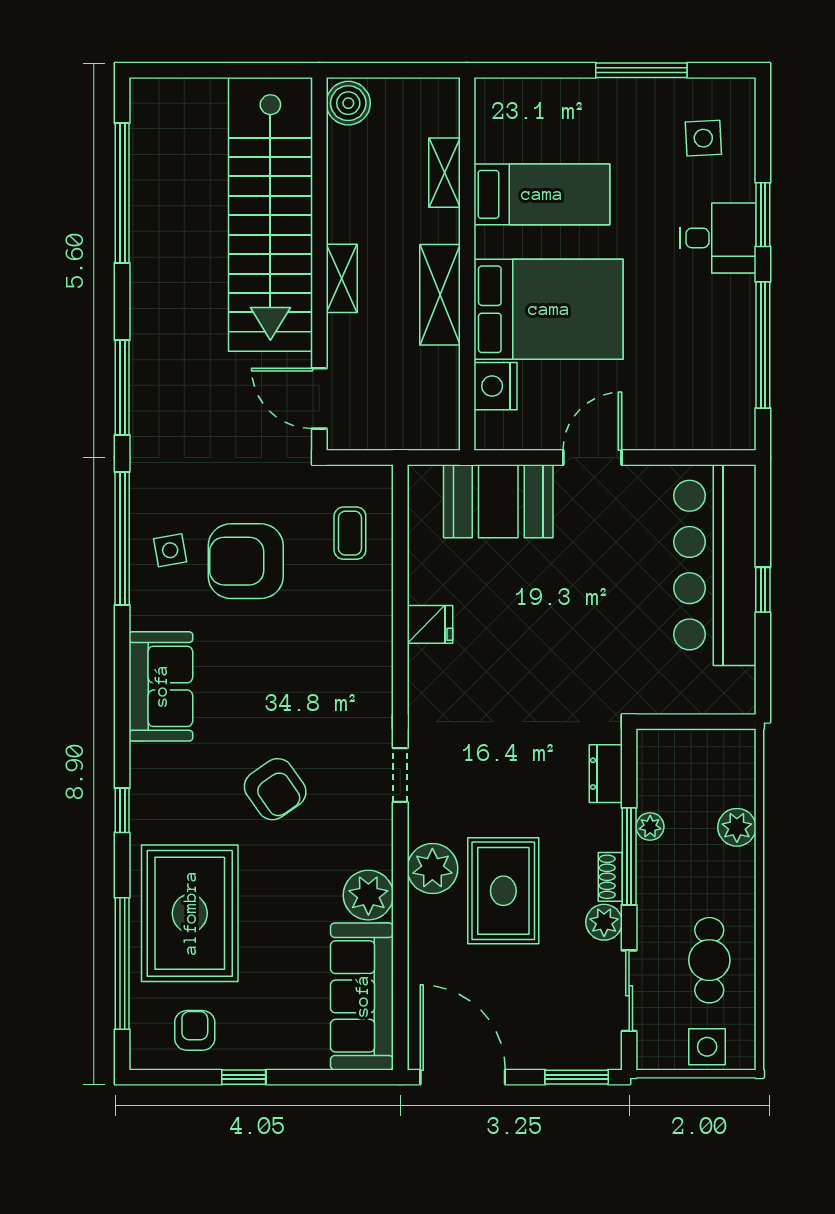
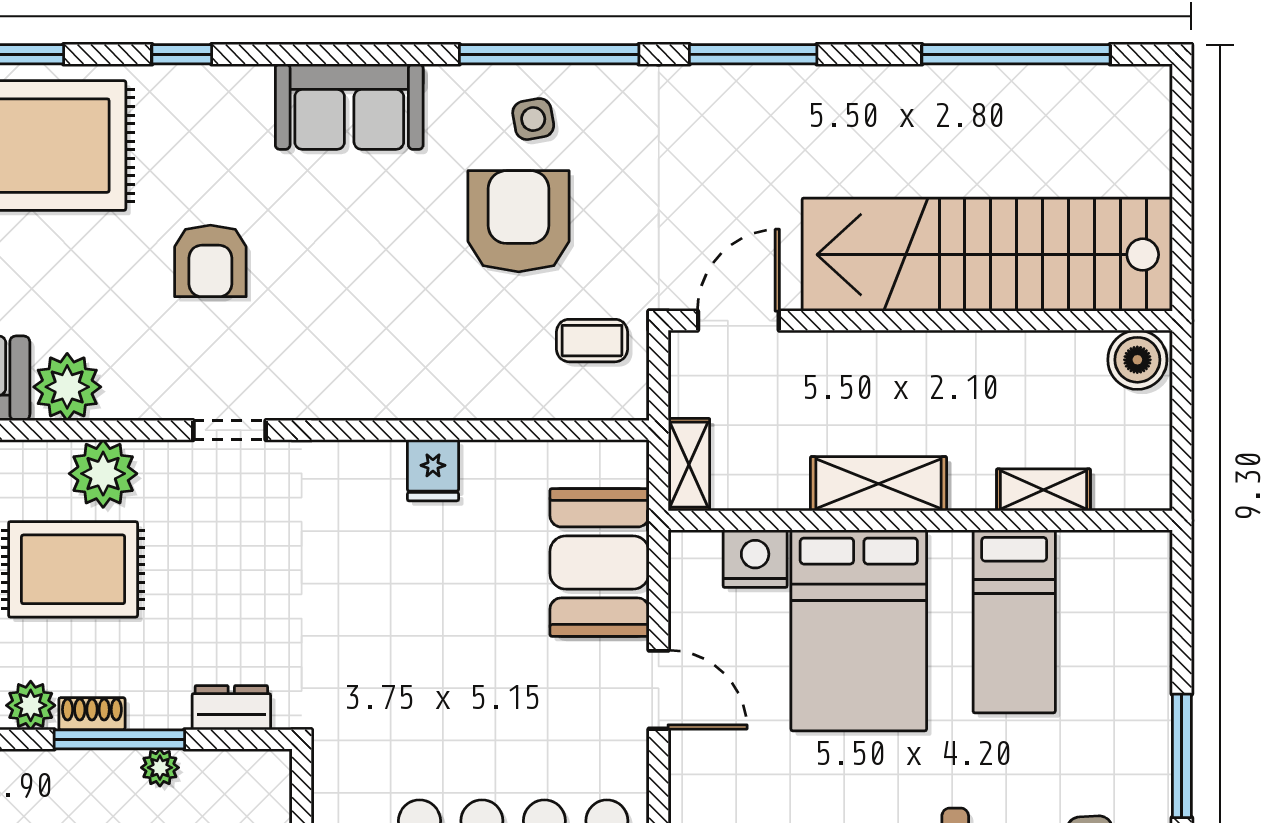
shelving: (342, 278) -> (689, 465), moved, turned 90
coffee table: (350, 533) -> (592, 341), moved
armchair: (275, 789) -> (210, 261), turned -55

